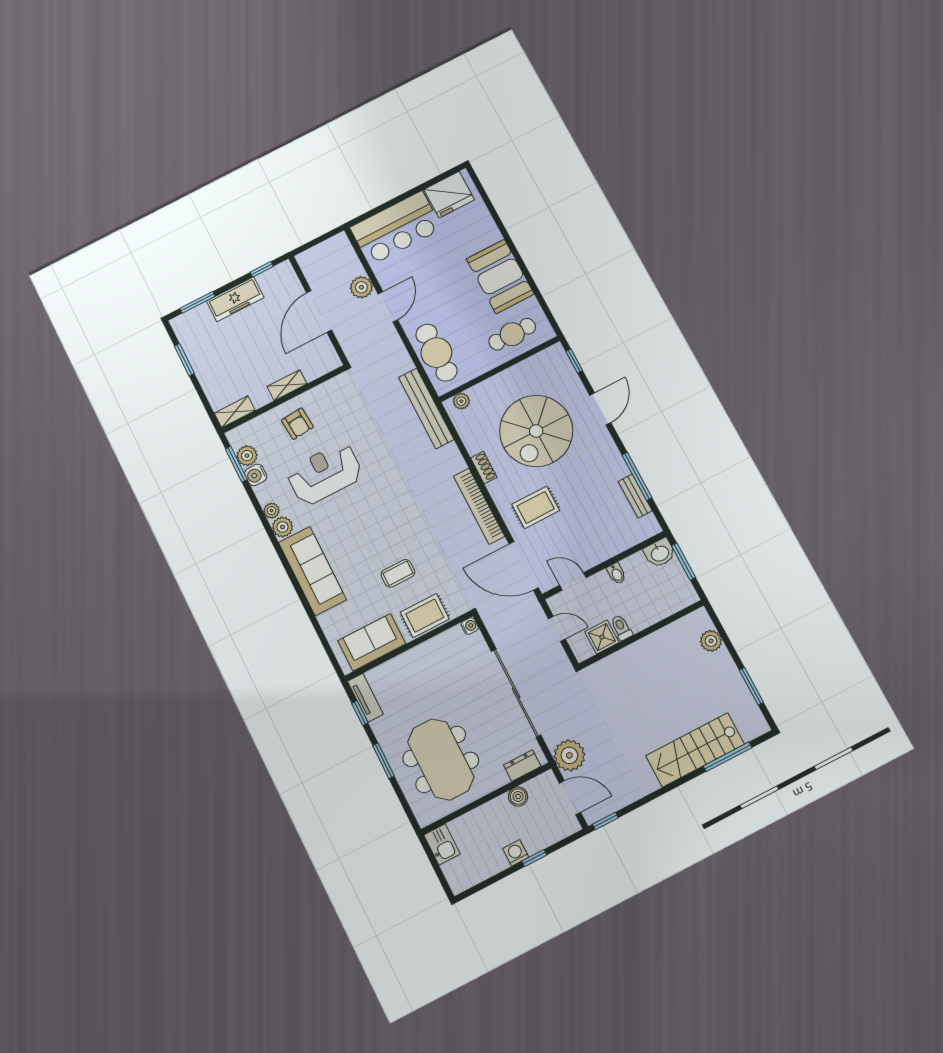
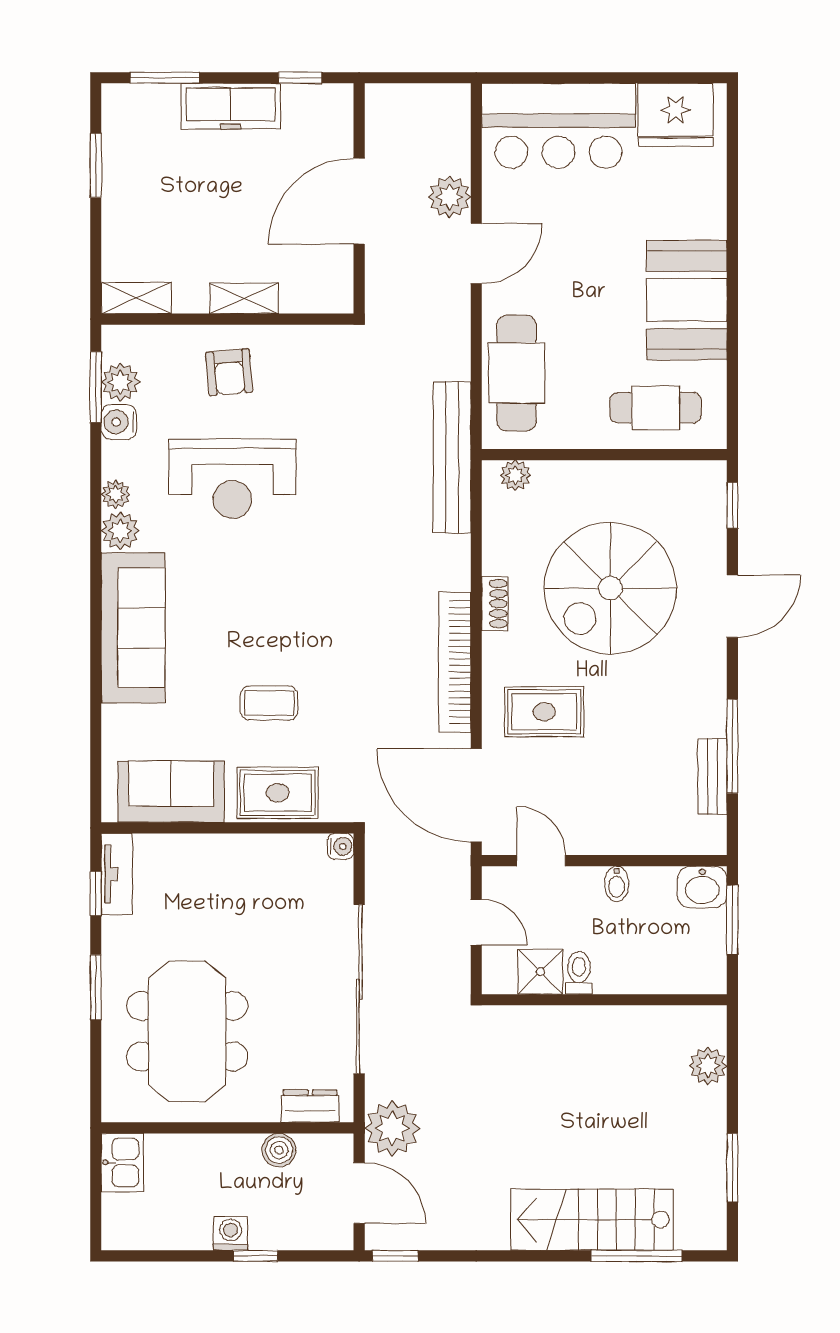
reception desk: (325, 474) -> (232, 479), turned 180

